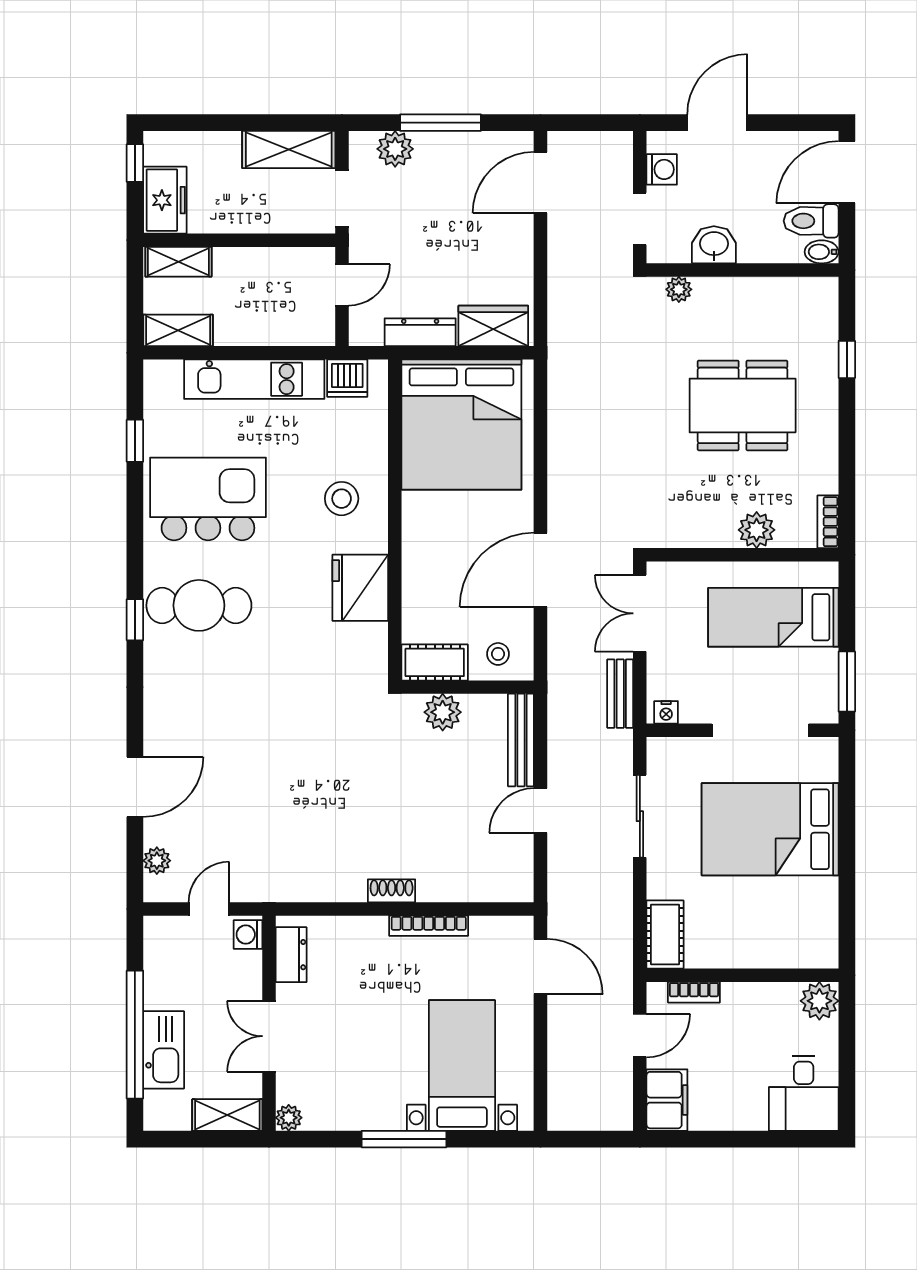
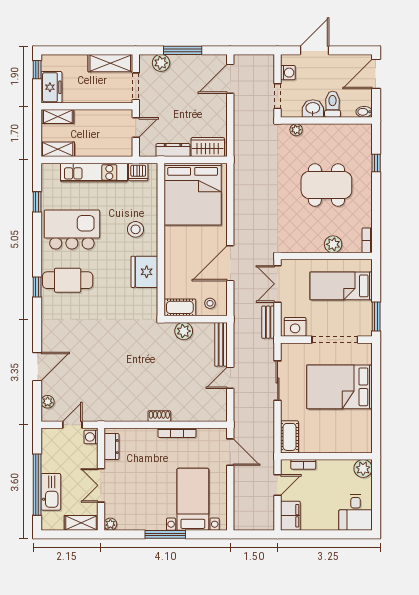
toilet: (811, 221) -> (333, 104), moved, turned 90
nightstand: (666, 712) -> (295, 327), width x1.89, depth x1.79

